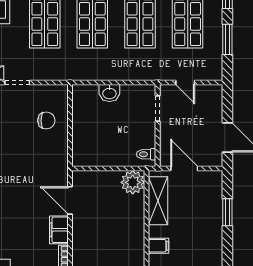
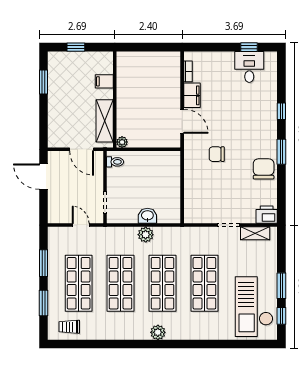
plant: (112, 72) -> (146, 235), added
chair: (46, 120) -> (217, 154), moved
plant: (133, 182) -> (122, 142), width x0.53, depth x0.53
window: (227, 212) -> (44, 82), moved

